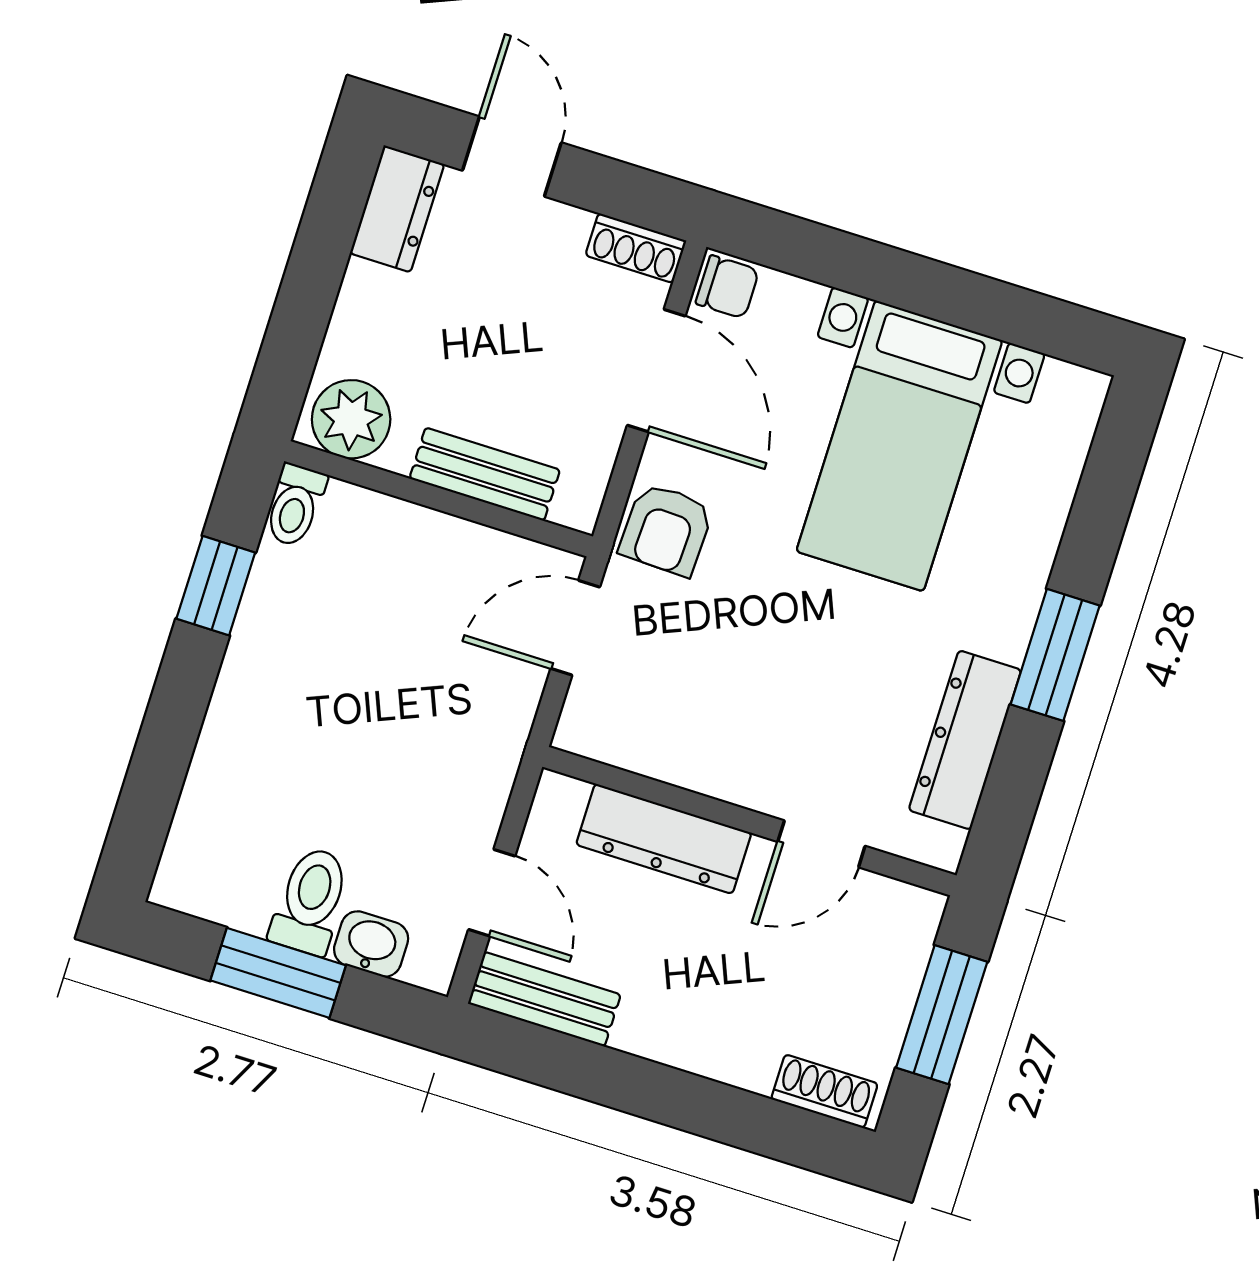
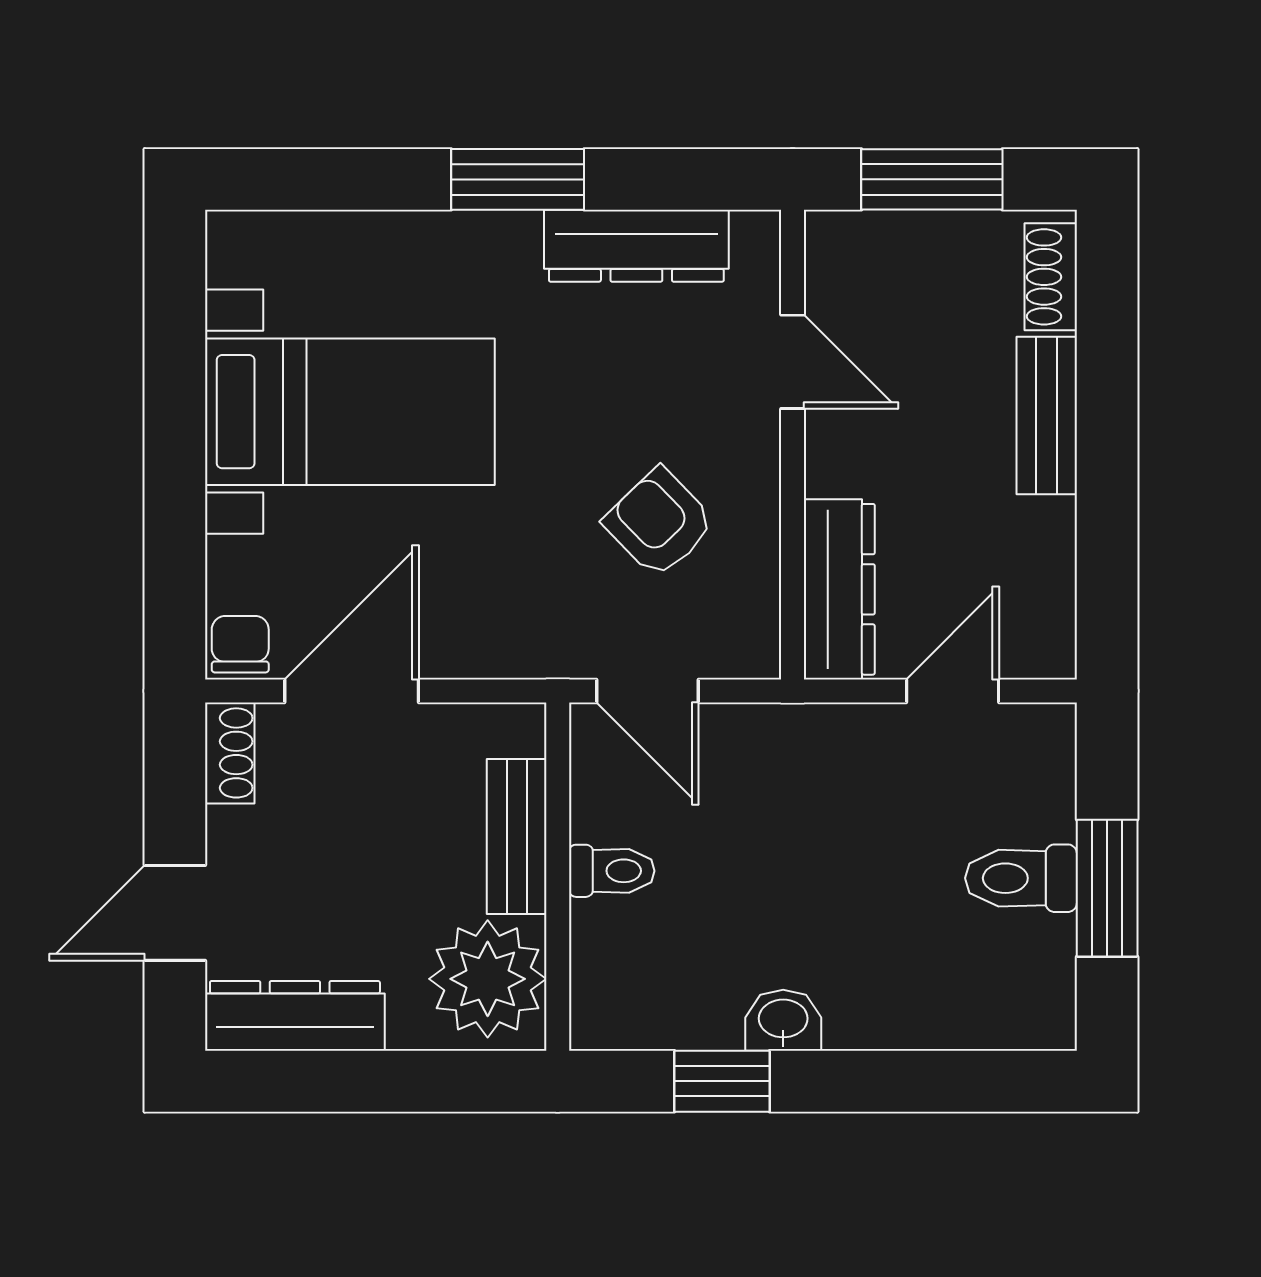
dresser: (397, 209) -> (295, 1016), width x1.44
plant: (351, 419) -> (488, 979), width x1.36, depth x1.36
toilet: (295, 505) -> (612, 871), moved
armchair: (666, 529) -> (659, 523), moved, turned -136
dresser: (664, 839) -> (839, 589), moved
washbasin: (371, 944) -> (783, 1020), moved, turned 90
bench: (544, 999) -> (1047, 415), moved

